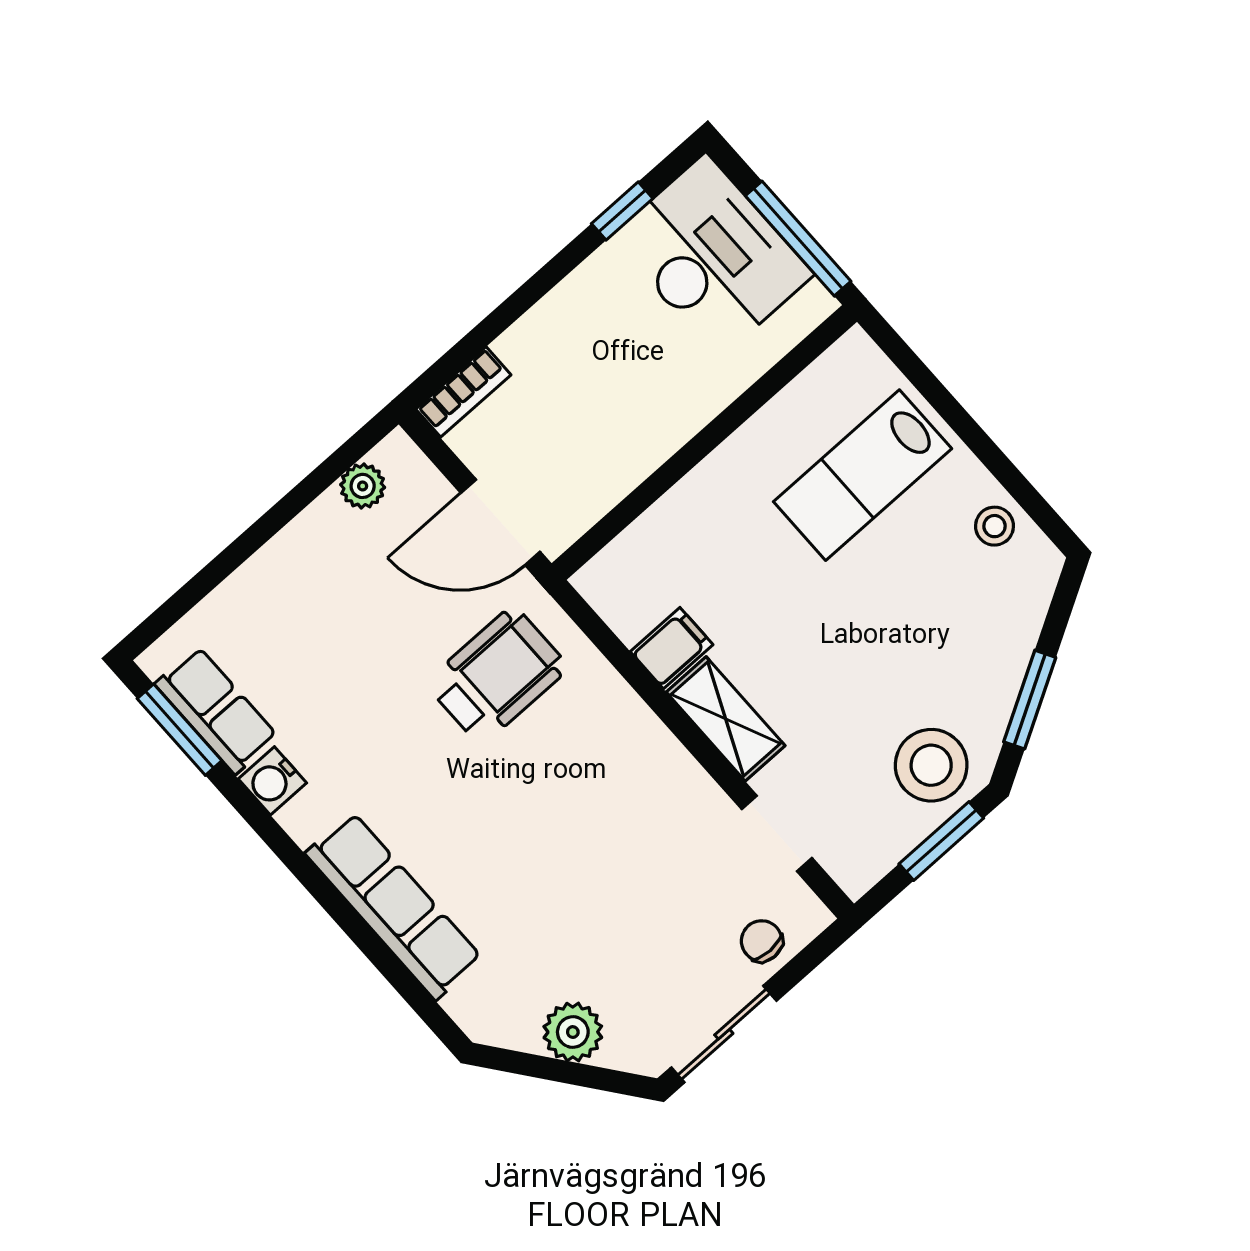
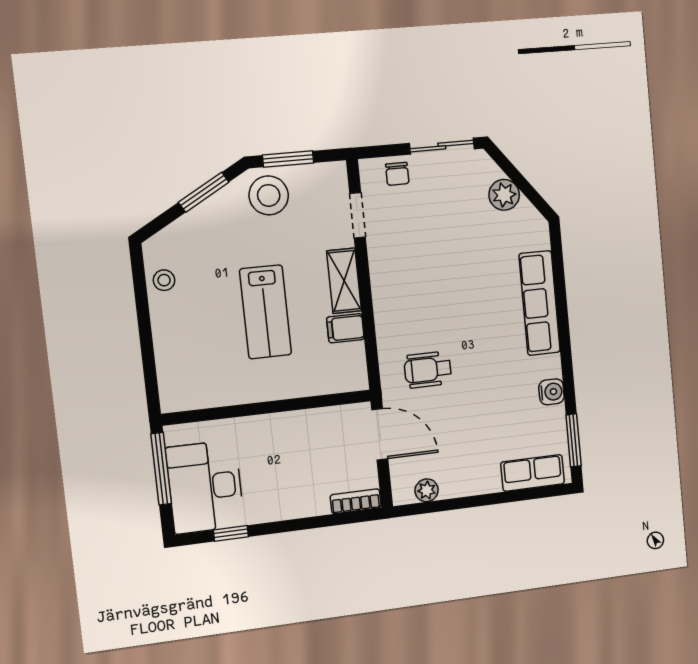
lab bench: (863, 475) -> (265, 312), moved, turned 90
wheelchair: (497, 675) -> (428, 370), width x0.73, depth x0.73
row of seats: (216, 710) -> (533, 473), moved, turned 90

